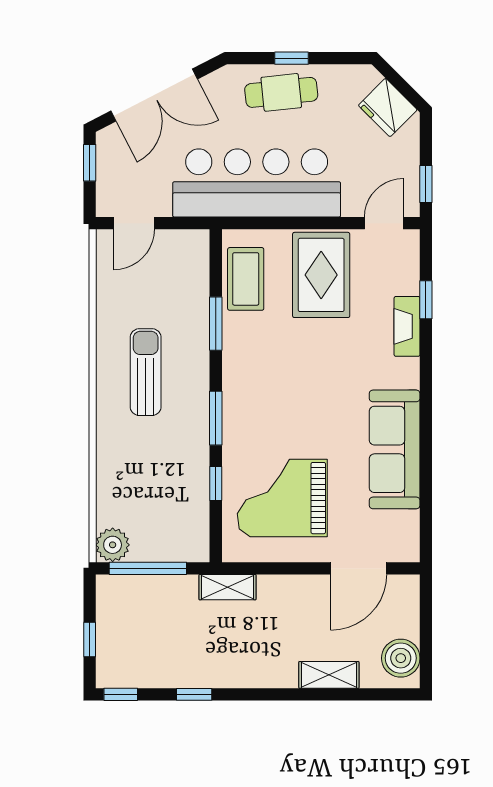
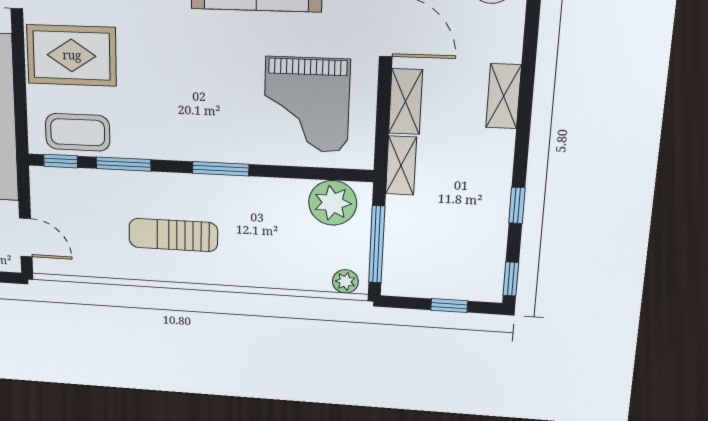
window: (216, 484) -> (61, 161), moved
plant: (187, 525) -> (333, 203), added
plant: (113, 545) -> (345, 281), width x0.73, depth x0.73
shelving: (289, 588) -> (406, 102), added
shelving: (329, 675) -> (504, 96), moved

